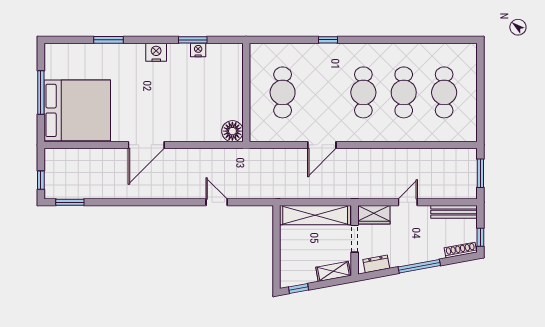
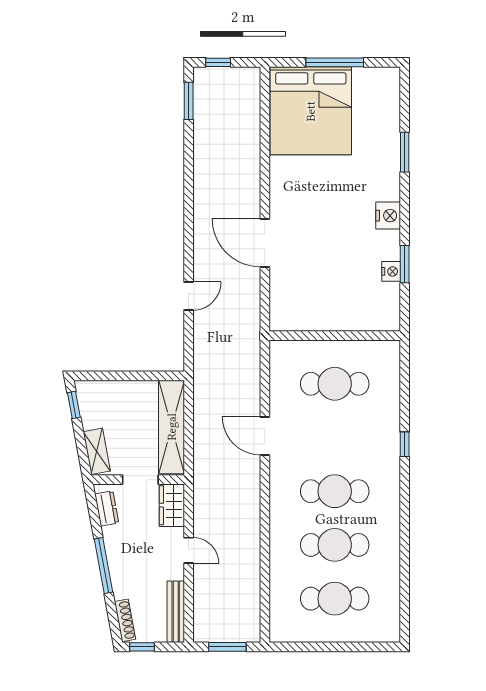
floor lamp: (232, 131) -> (283, 317), removed
door: (146, 145) -> (265, 243), moved

